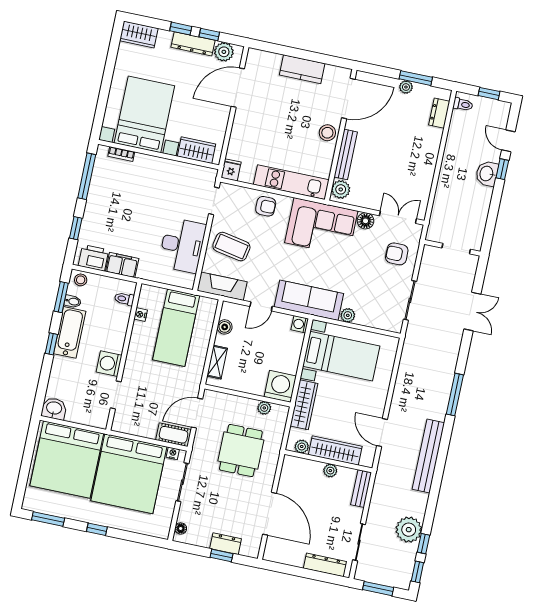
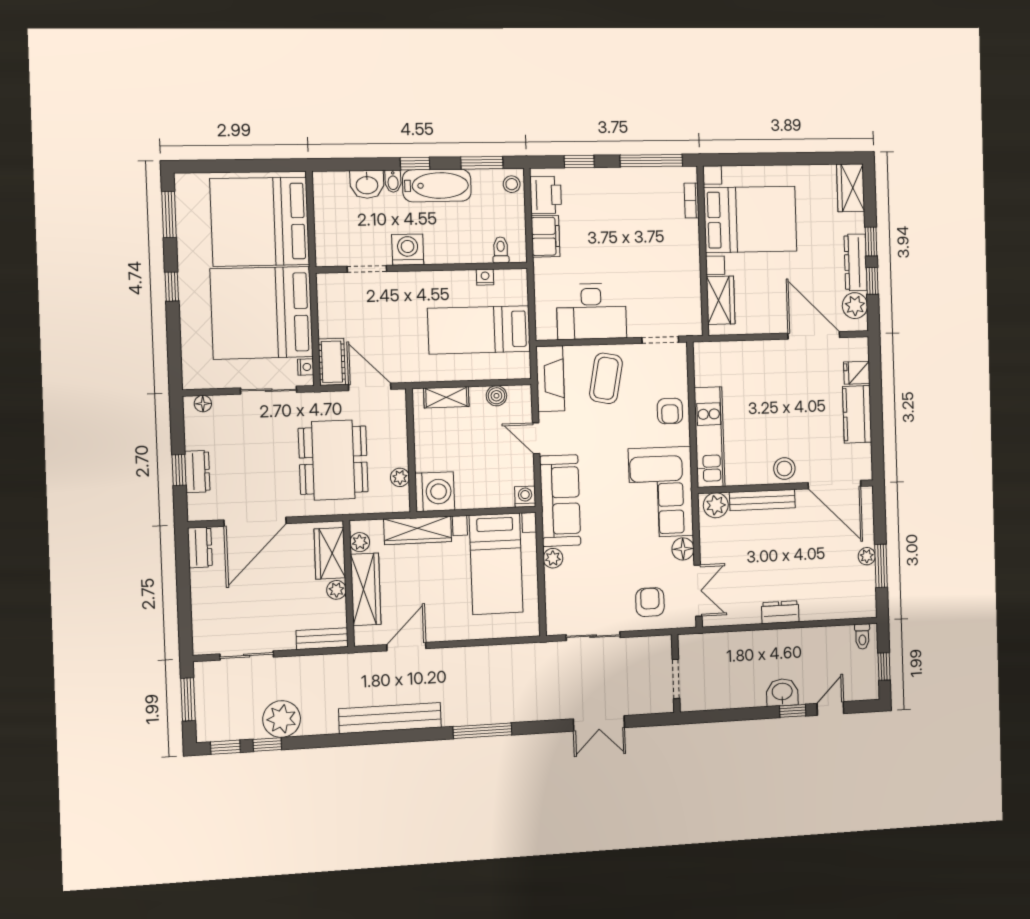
dresser: (439, 113) -> (780, 612), moved
fridge: (231, 170) -> (857, 373), moved, turned 180
bidet: (73, 301) -> (393, 181), moved
washbasin: (54, 409) -> (367, 184), moved, turned 90
dining table: (241, 451) -> (333, 460), width x1.38
wardrobe: (304, 469) -> (330, 553), added
dresser: (325, 565) -> (200, 547), moved, width x0.70

